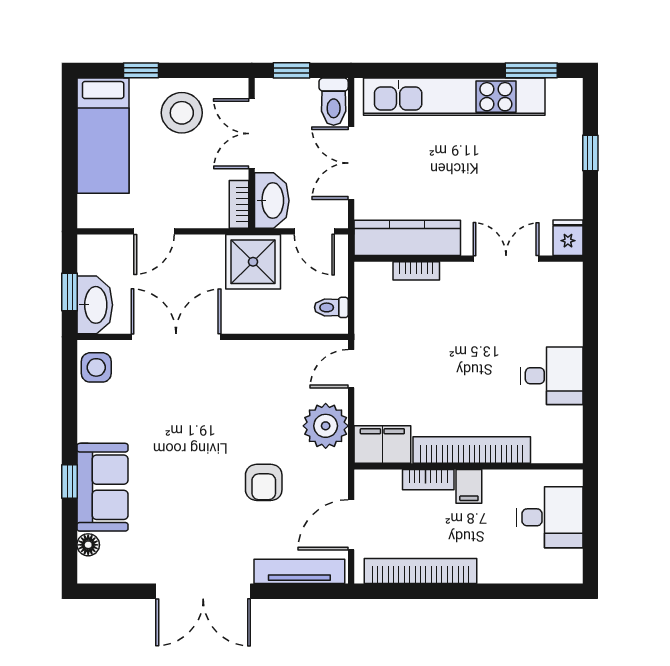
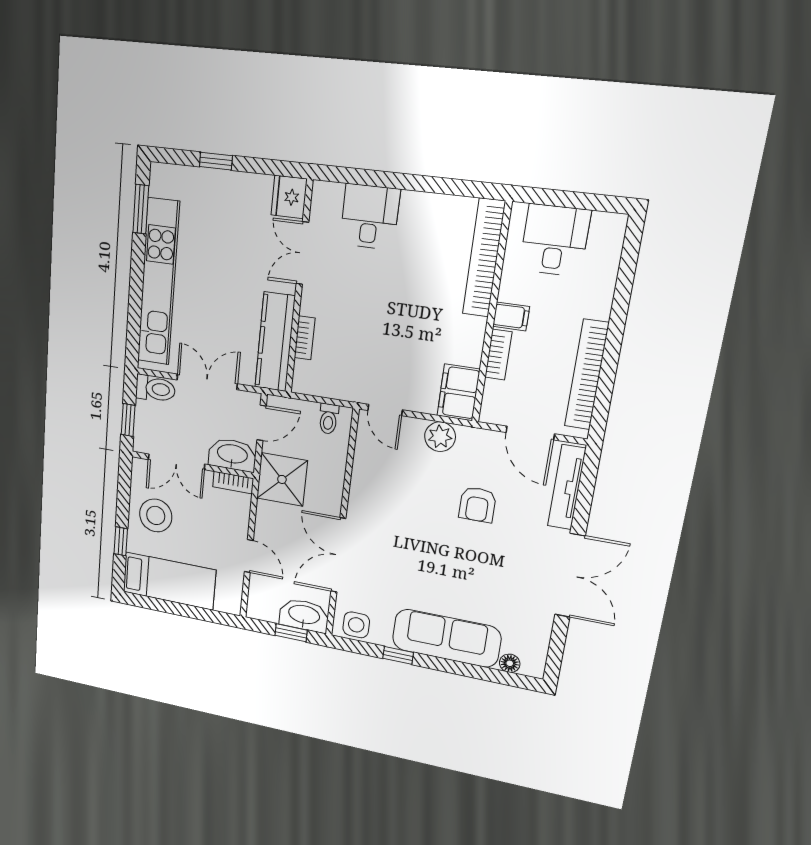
double door: (351, 163) -> (207, 382), swing flipped
fridge: (568, 238) -> (289, 197), width x1.38
desk: (552, 376) -> (370, 217), moved
plant: (326, 426) -> (440, 437), width x0.73, depth x0.73
bookcase: (472, 450) -> (484, 258), moved
window: (70, 482) -> (398, 655), moved
armchair: (264, 482) -> (477, 505), turned 90
sofa: (102, 487) -> (446, 638), width x1.36

